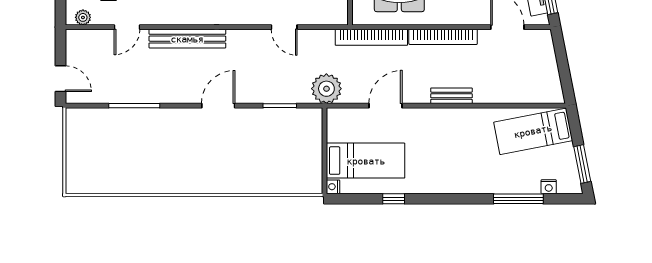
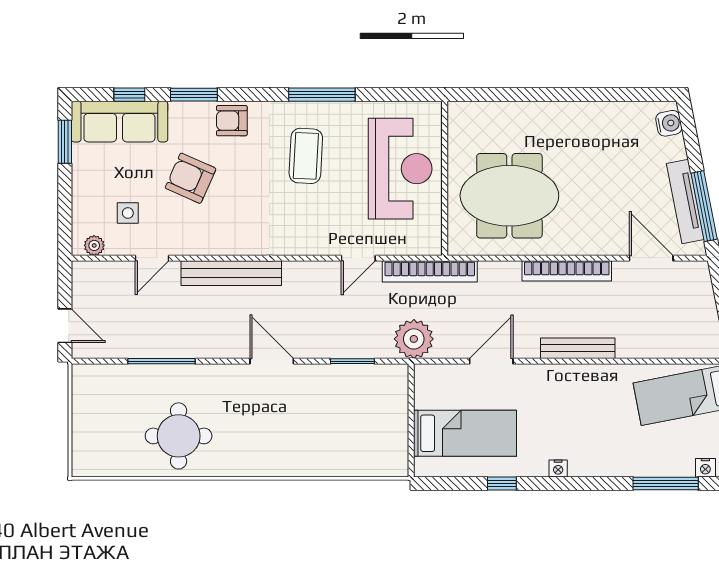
door: (284, 27) -> (358, 258), hinge flipped
bookcase: (371, 37) -> (430, 271), moved
bench: (451, 96) -> (578, 348), width x1.36
door: (218, 106) -> (272, 361), hinge flipped
round table: (147, 163) -> (179, 436), added
nightstand: (333, 187) -> (558, 468), moved, turned -90

